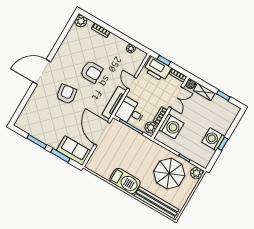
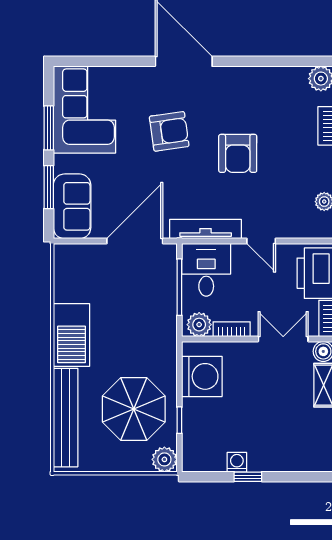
door: (132, 83) -> (261, 241), swing flipped
double door: (176, 97) -> (283, 339), swing flipped
corner sofa: (38, 123) -> (84, 110), added
washing machine: (171, 126) -> (202, 376), moved, turned -90
washing machine: (213, 139) -> (237, 462), width x0.53, depth x0.53

